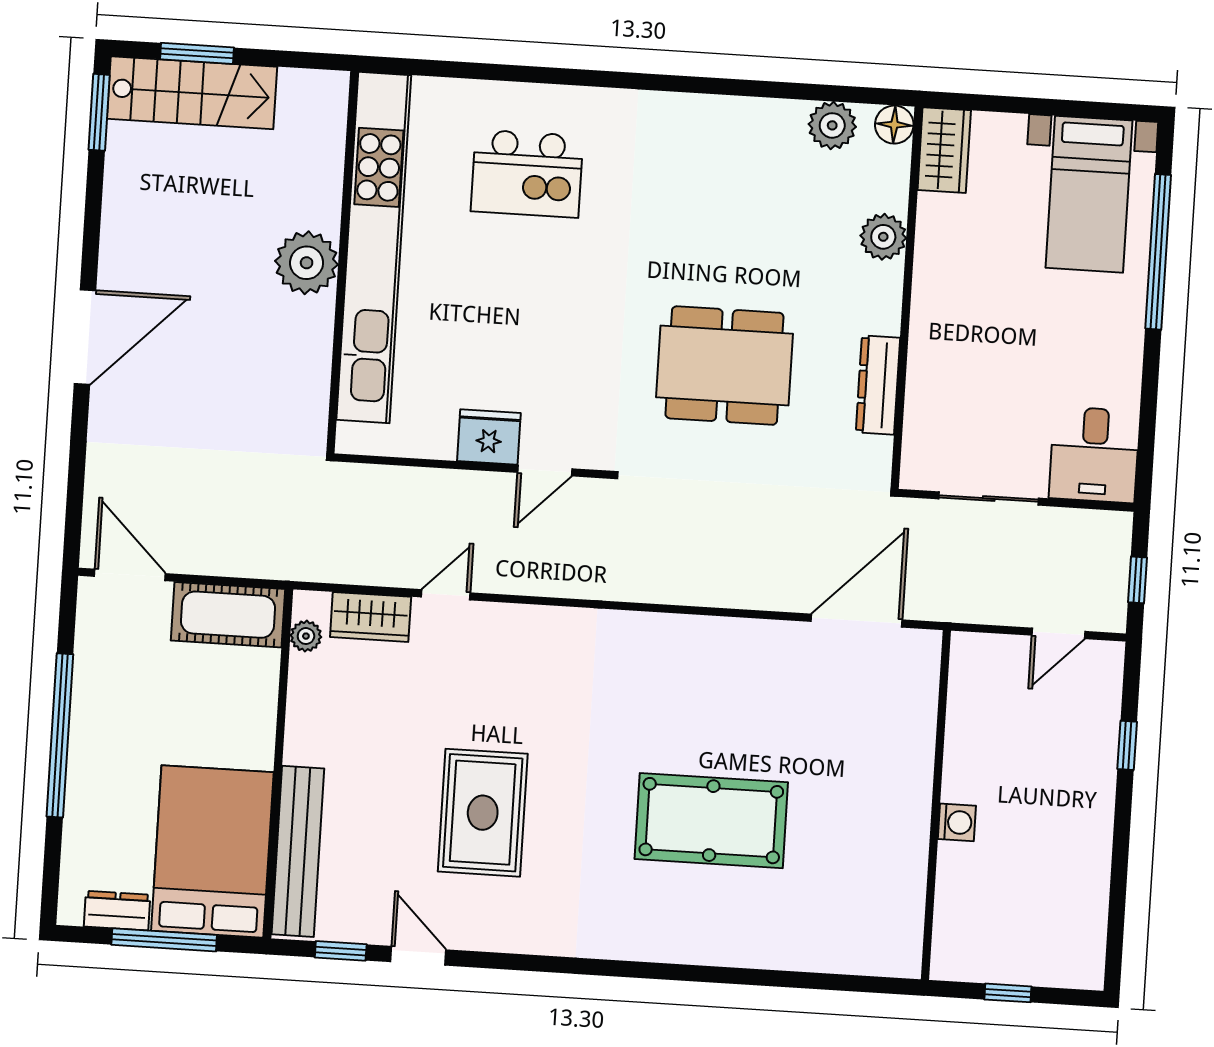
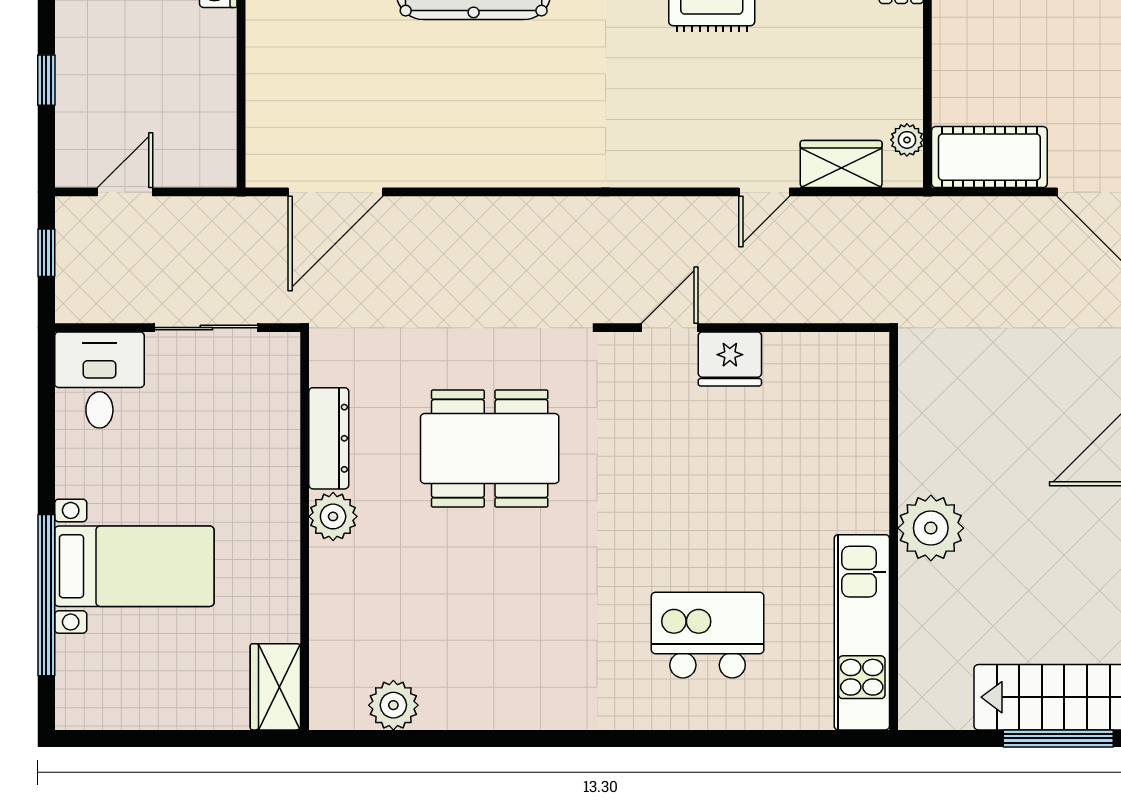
window: (197, 53) -> (1058, 738), width x1.44
floor lamp: (894, 125) -> (329, 710), removed
bed with nightstands: (1089, 194) -> (134, 566), moved, turned 90
plant: (883, 237) -> (333, 516), moved
kitchen unit: (374, 247) -> (862, 632), width x0.54

